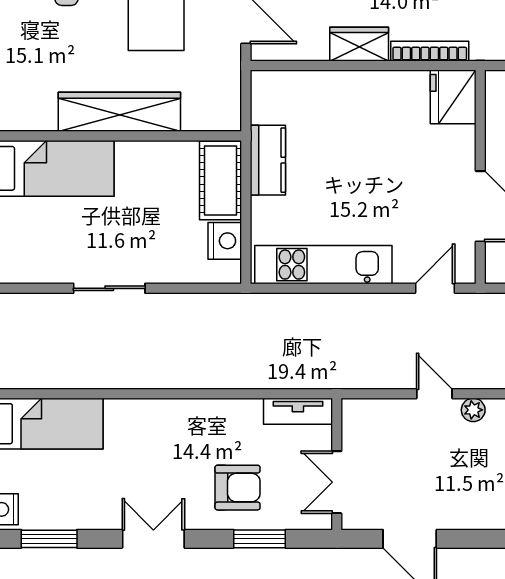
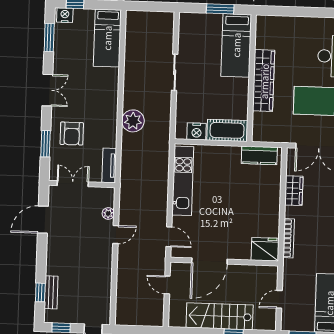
wardrobe: (359, 44) -> (294, 191), moved
kitchen counter: (268, 160) -> (259, 155), moved
plant: (208, 367) -> (133, 121), added
plant: (473, 410) -> (108, 214), moved

